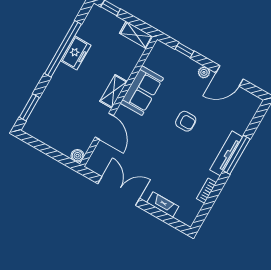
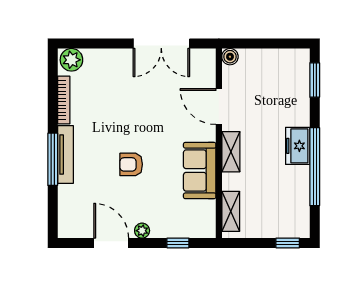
shelving: (136, 35) -> (231, 211), moved, turned 90
freezer: (76, 53) -> (298, 146), moved
door: (230, 76) -> (111, 243), hinge flipped
bookcase: (206, 191) -> (64, 100), width x1.56
fireplace: (163, 205) -> (103, 57), removed
plant: (186, 215) -> (71, 60), added

